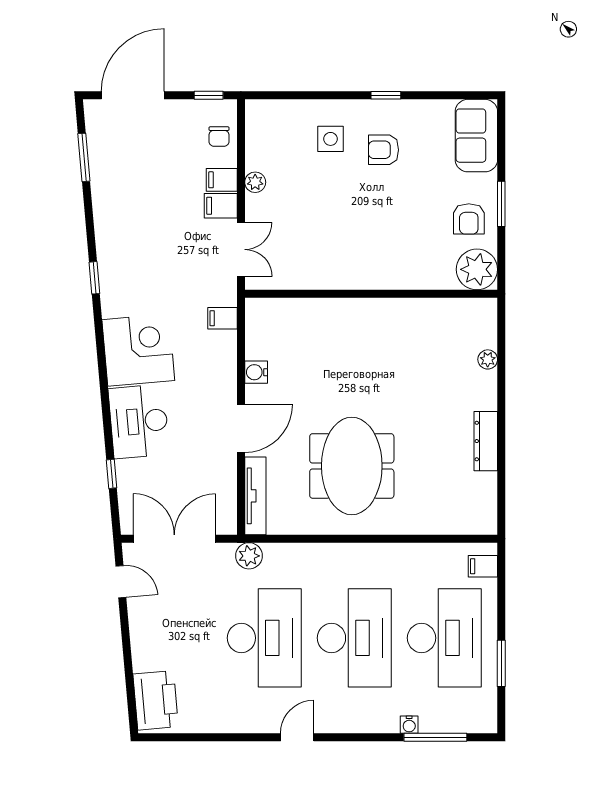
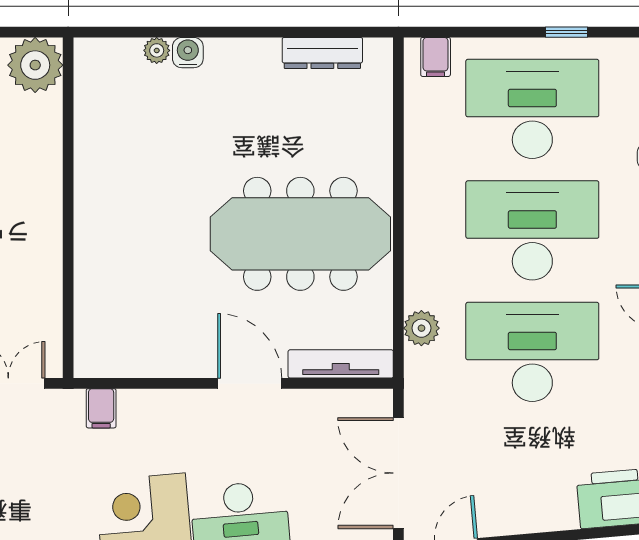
water cooler: (256, 372) -> (188, 53), moved, turned 180
dresser: (486, 441) -> (322, 53), moved
meeting table: (352, 466) -> (300, 234), width x1.36
plant: (249, 556) -> (421, 328), moved
window: (501, 663) -> (567, 32), width x0.67

